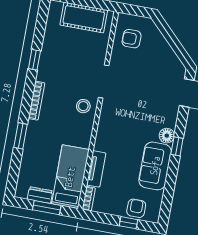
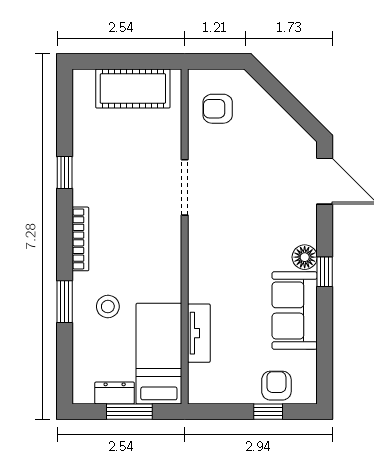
stool: (83, 106) -> (108, 307), moved
bookcase: (89, 199) -> (196, 384), removed

